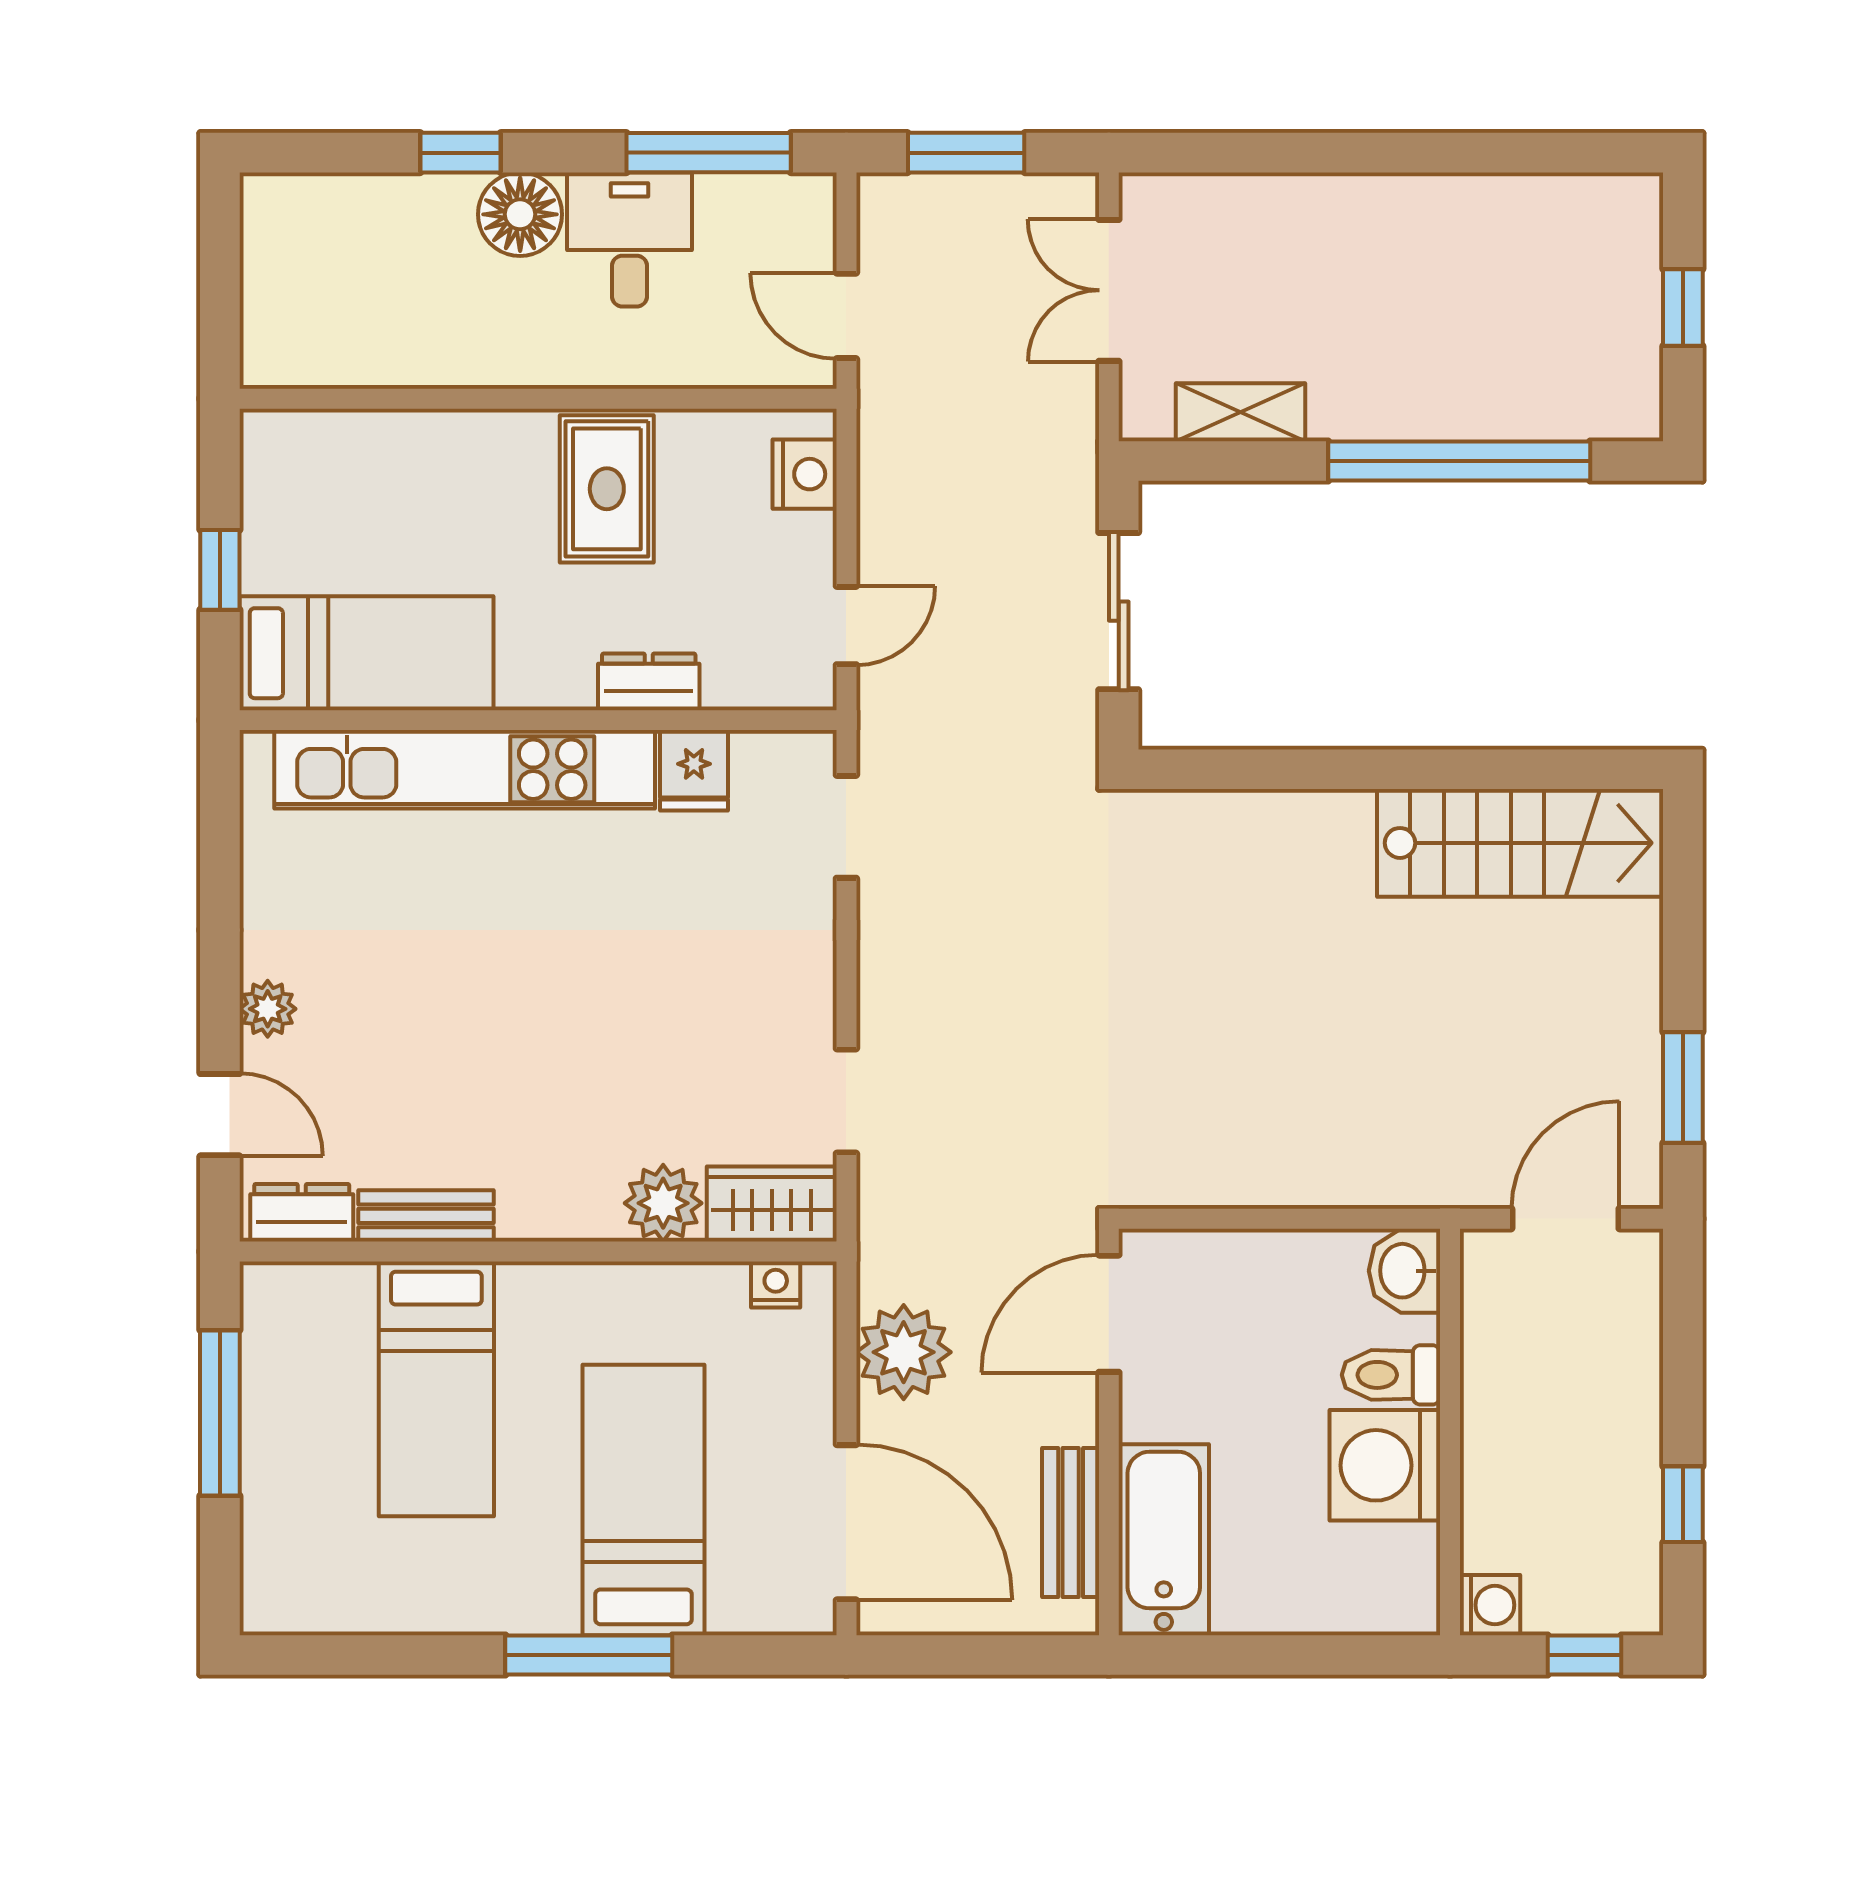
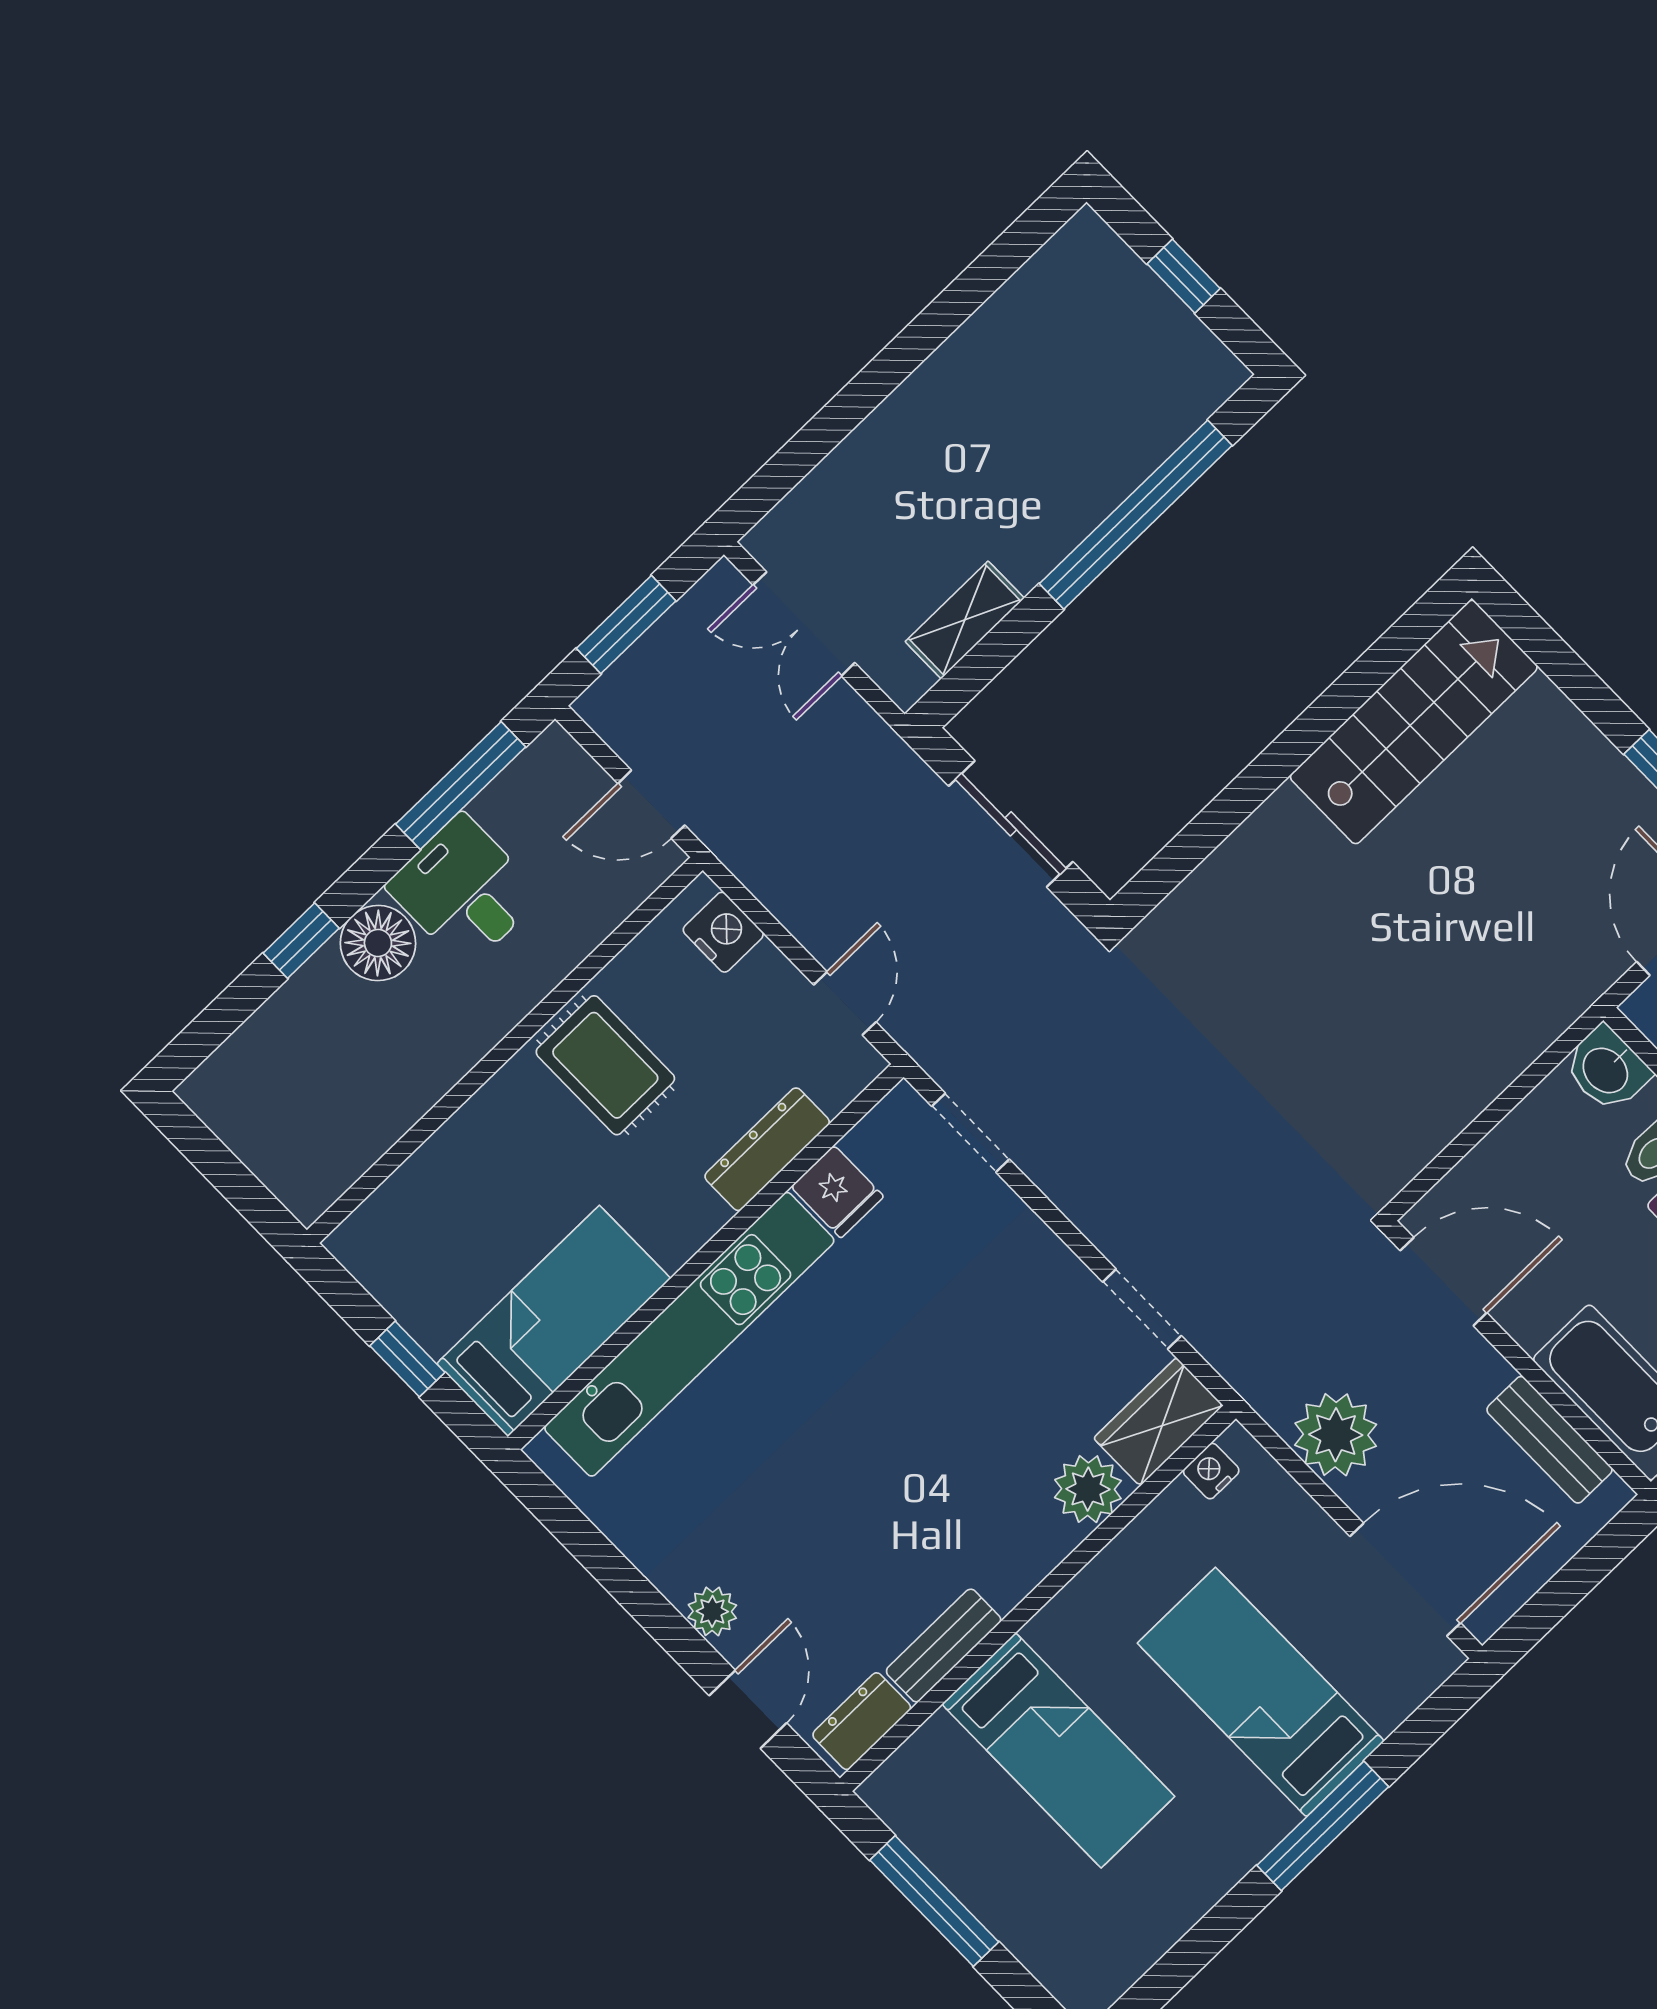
dresser: (649, 682) -> (767, 1149), width x1.44
door: (220, 1115) -> (748, 1709), hinge flipped
door: (1109, 1314) -> (1444, 1282), swing flipped

